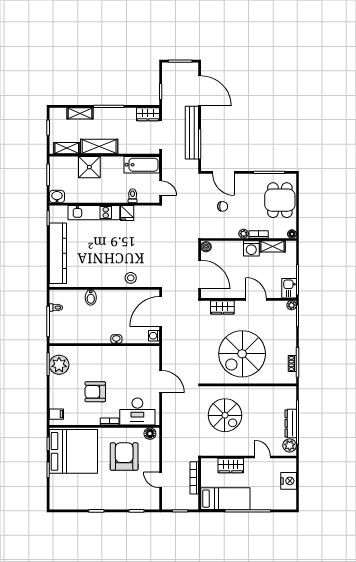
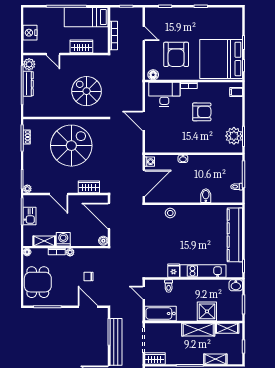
kitchen sink: (289, 288) -> (30, 216), moved

